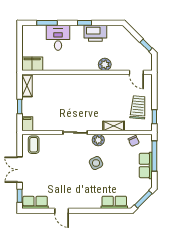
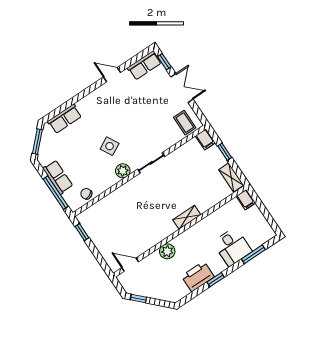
filing cabinet: (32, 64) -> (246, 200), width x0.50
trolley: (138, 107) -> (105, 231), removed
shelving: (114, 126) -> (187, 217), moved

